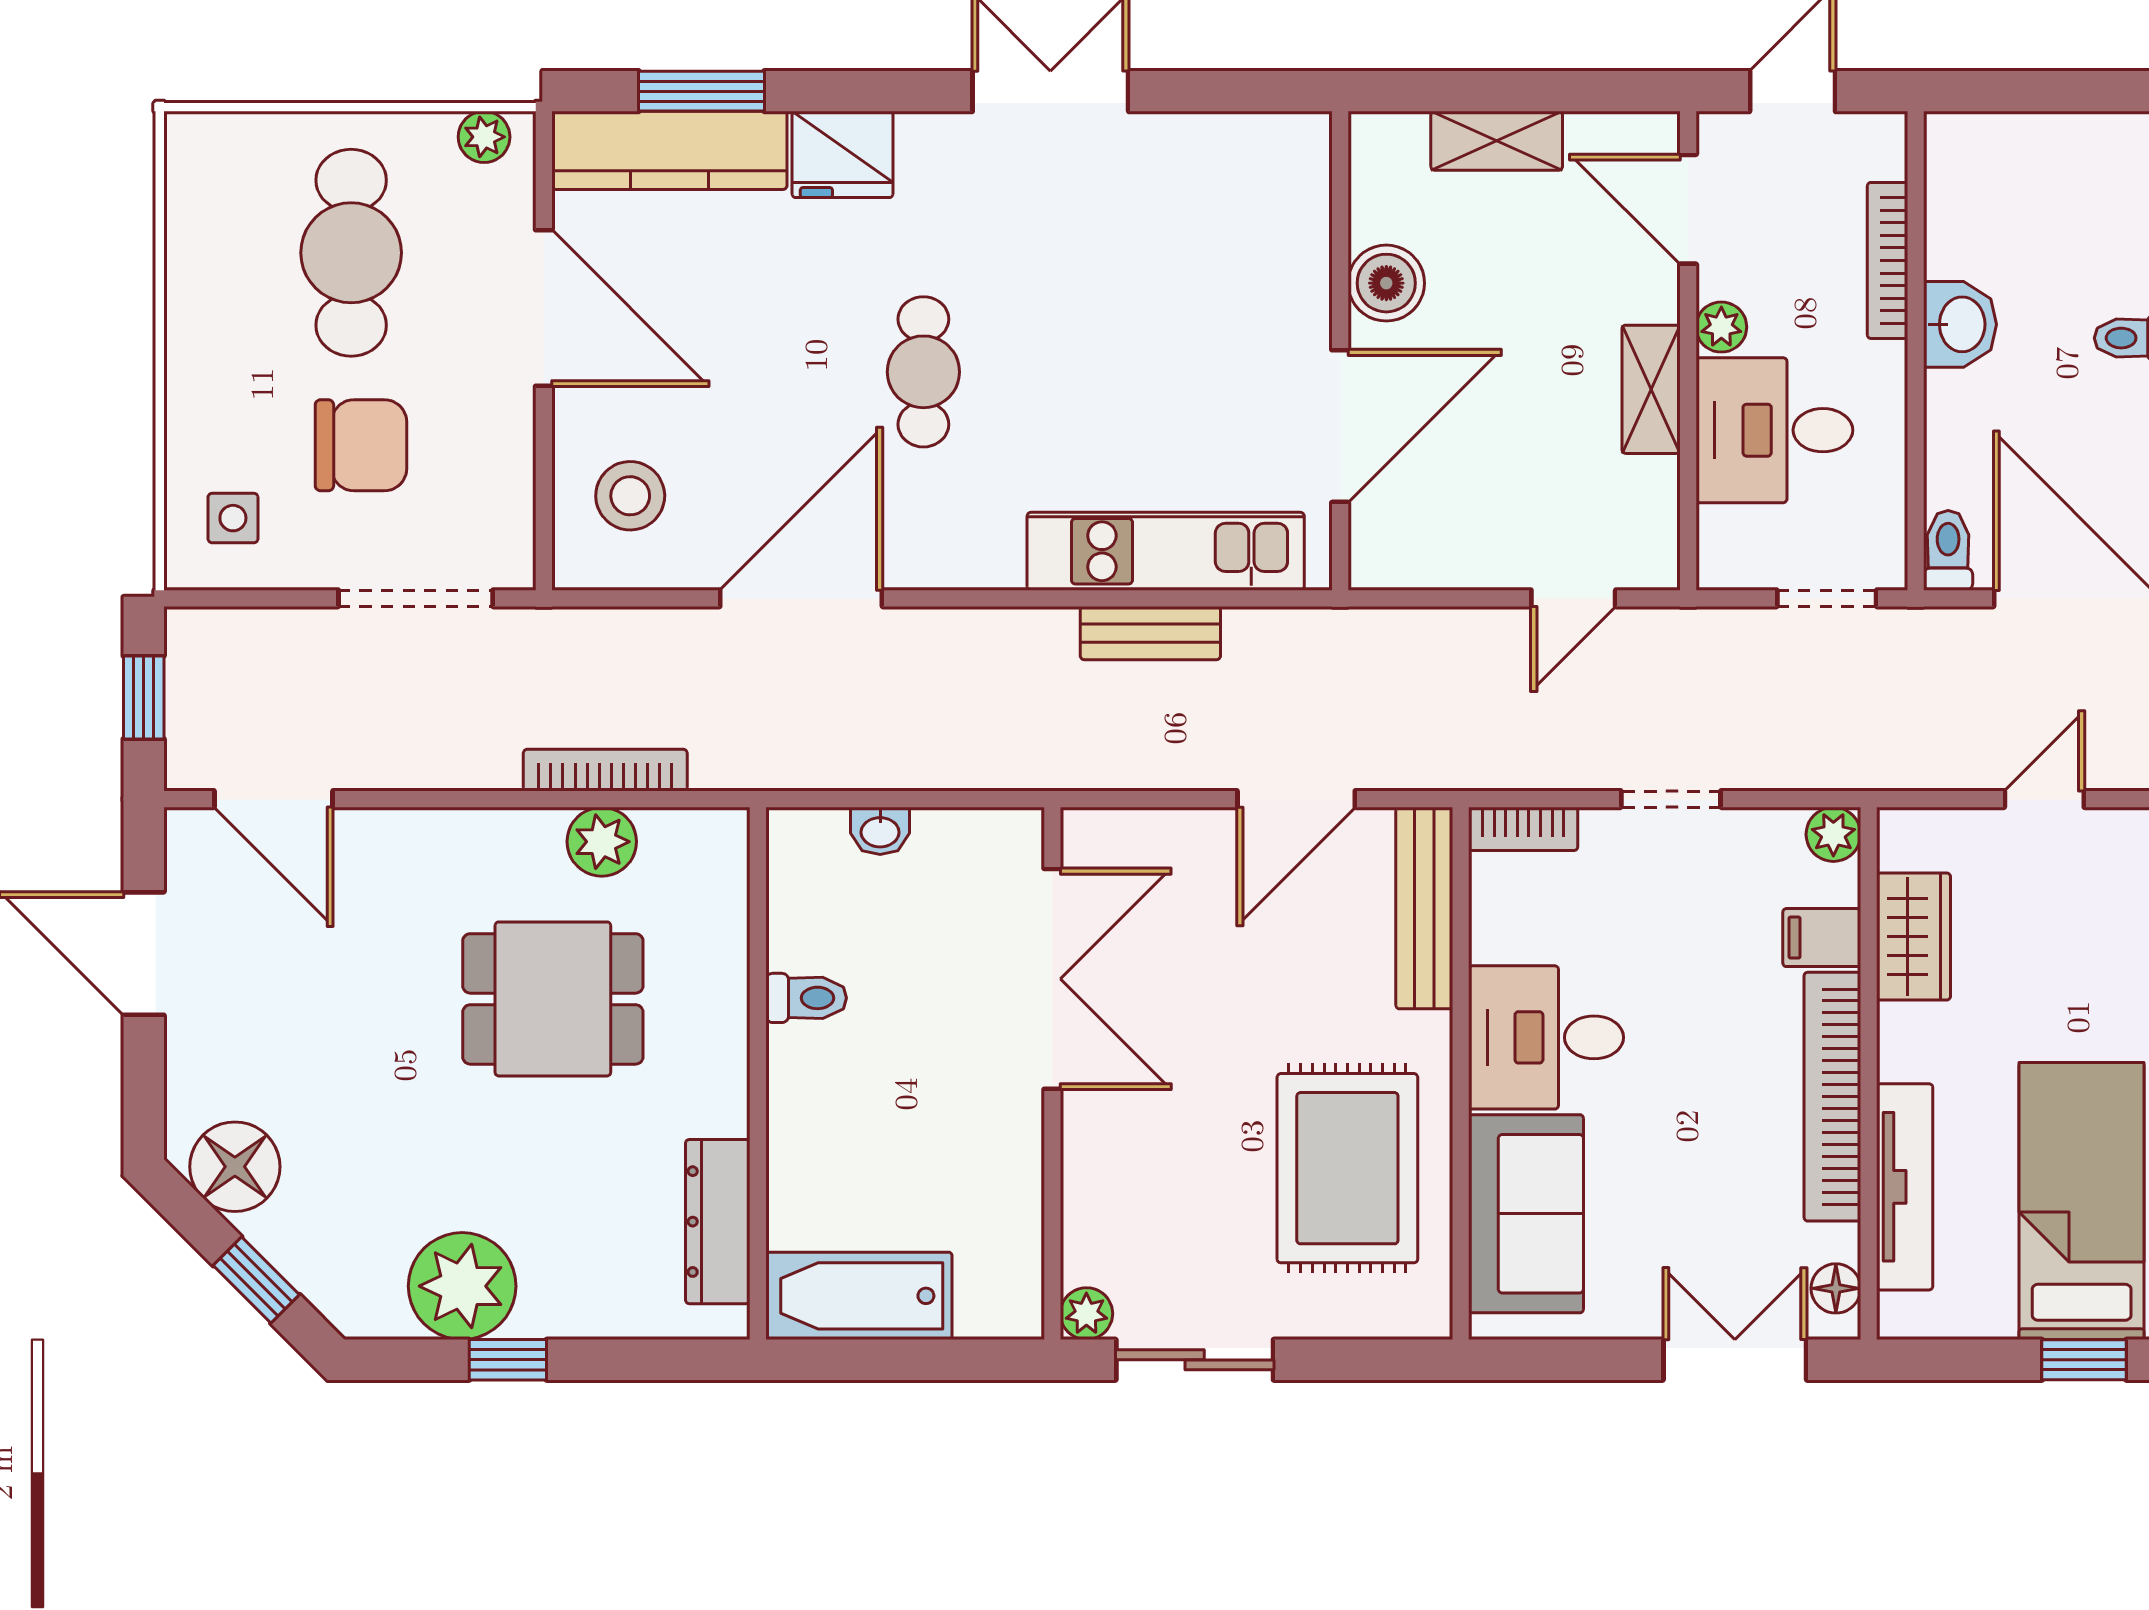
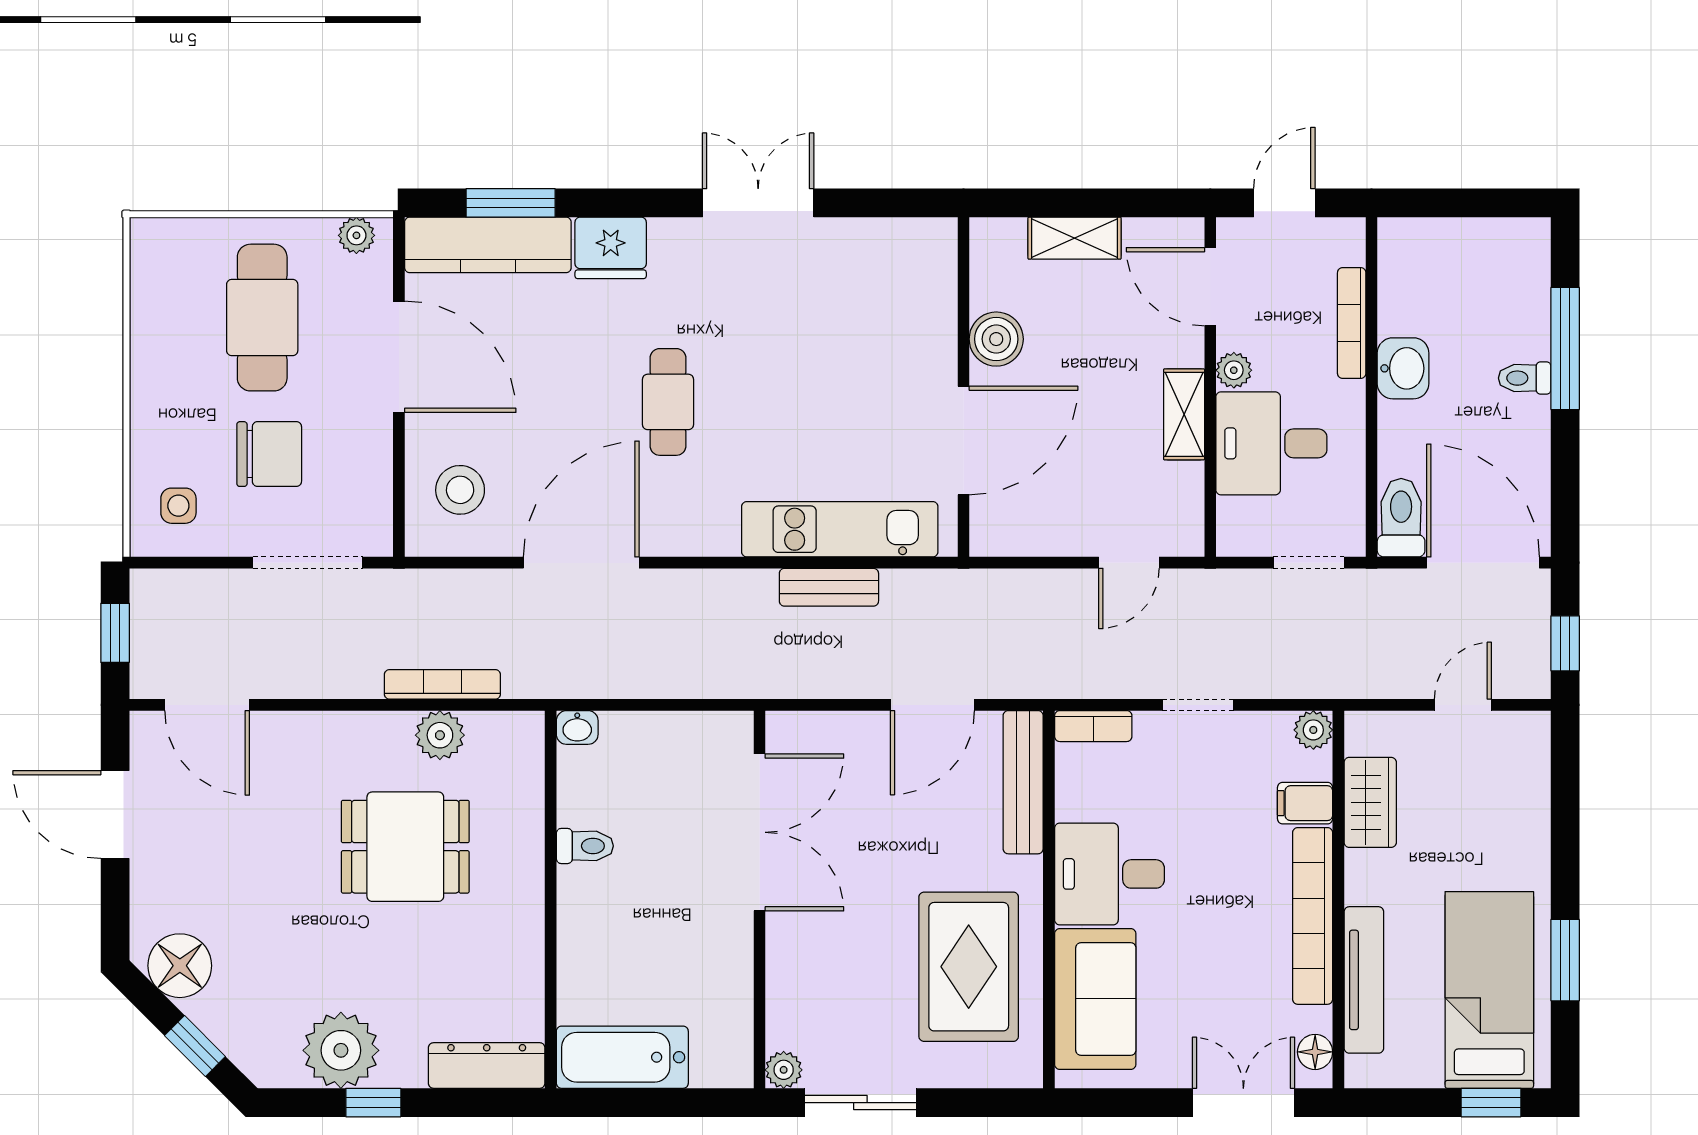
toilet: (1948, 550) -> (1401, 518), width x1.37, depth x1.39
washbasin: (880, 831) -> (577, 727), moved
dresser: (718, 1222) -> (487, 1066), moved, turned 90

